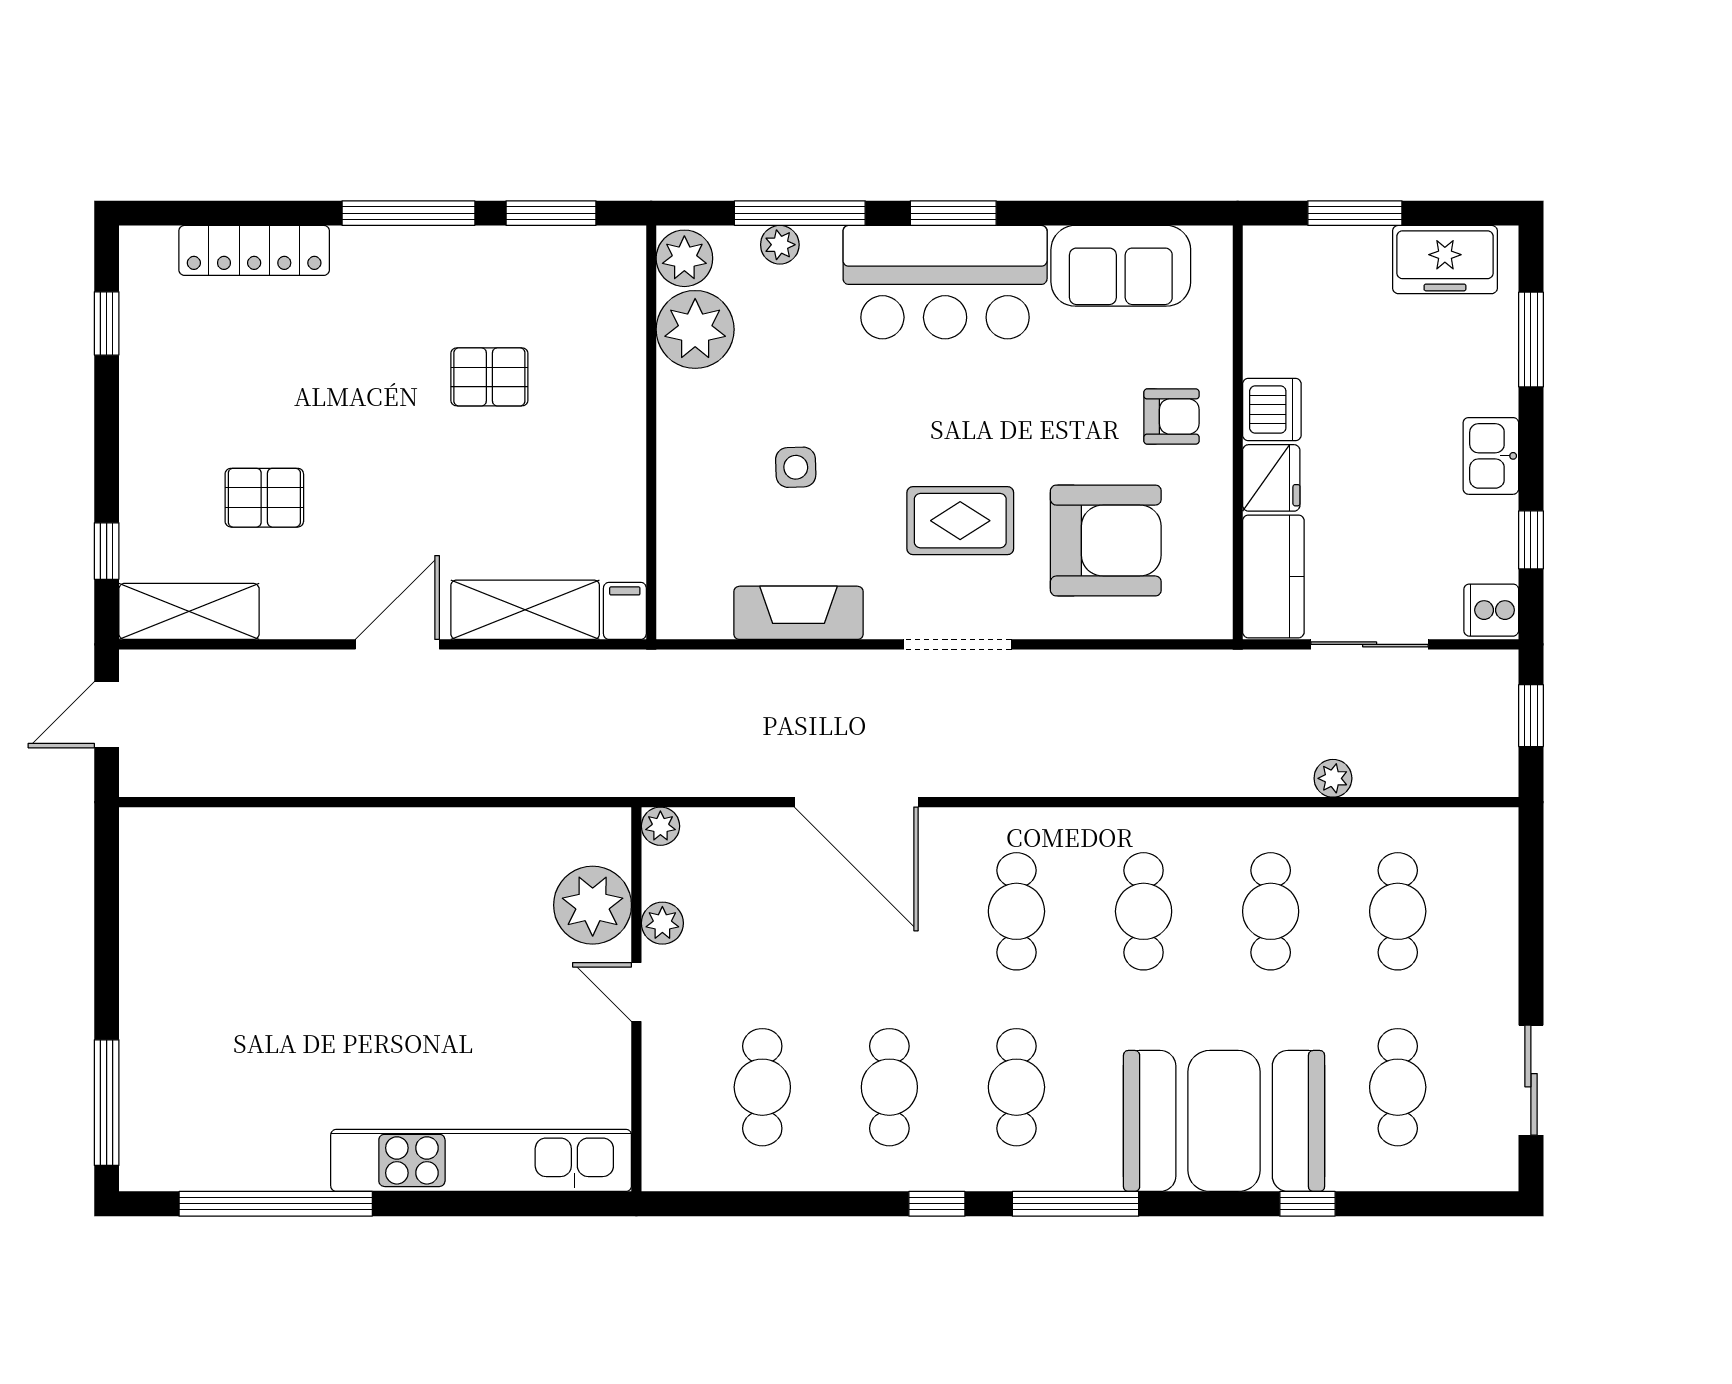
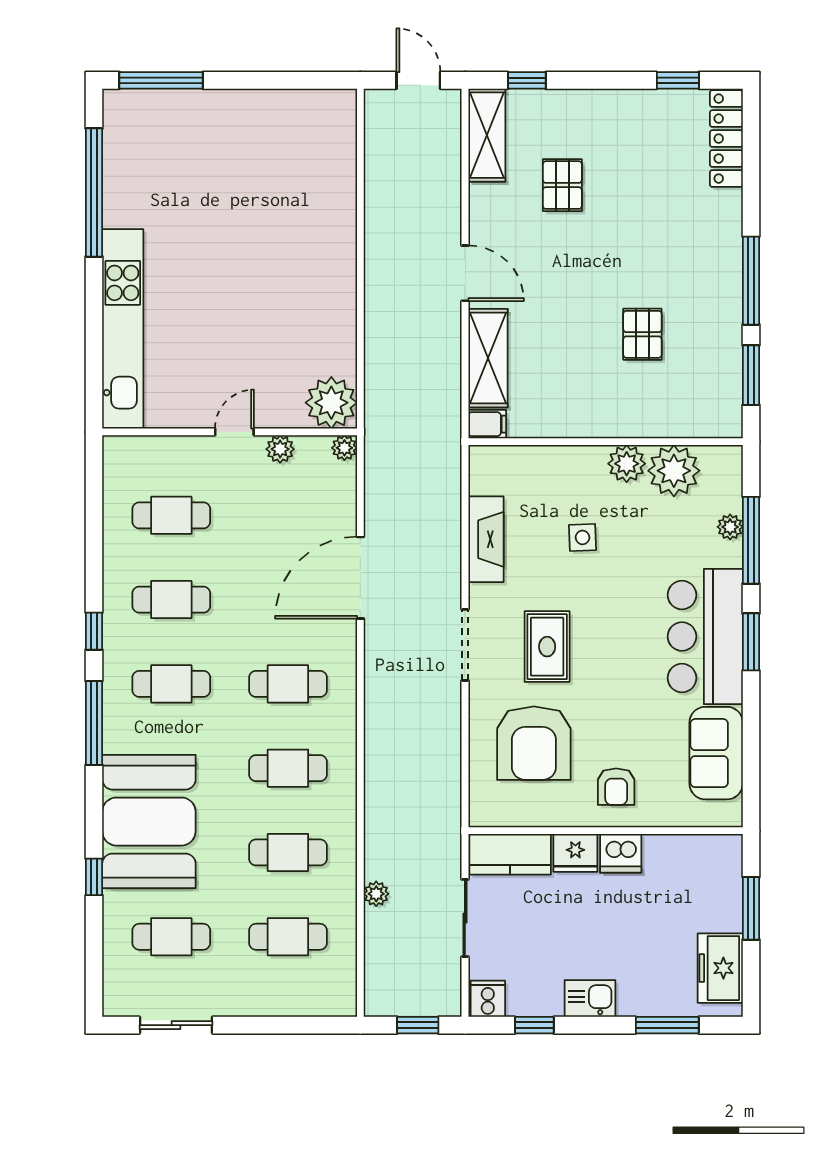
locker: (254, 250) -> (726, 139), moved
plant: (684, 258) -> (627, 464), moved
plant: (593, 905) -> (331, 403), moved

